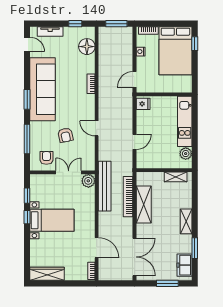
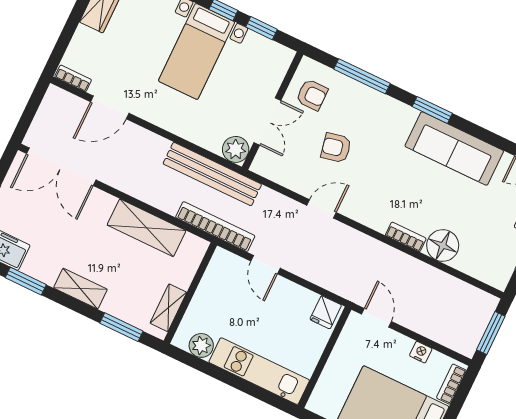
floor lamp: (87, 47) -> (443, 245), moved
sofa: (43, 89) -> (454, 149), width x0.74, depth x0.79
window: (195, 194) -> (121, 327), added
bookcase: (128, 197) -> (215, 227), moved

